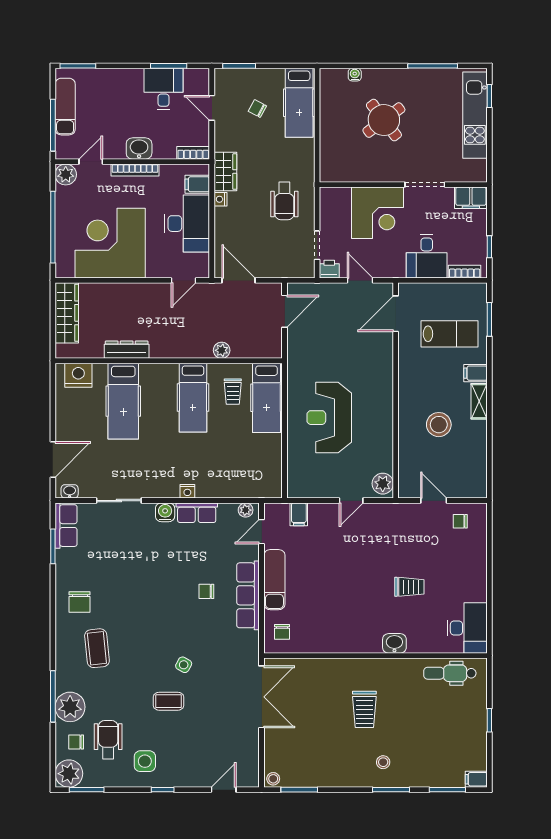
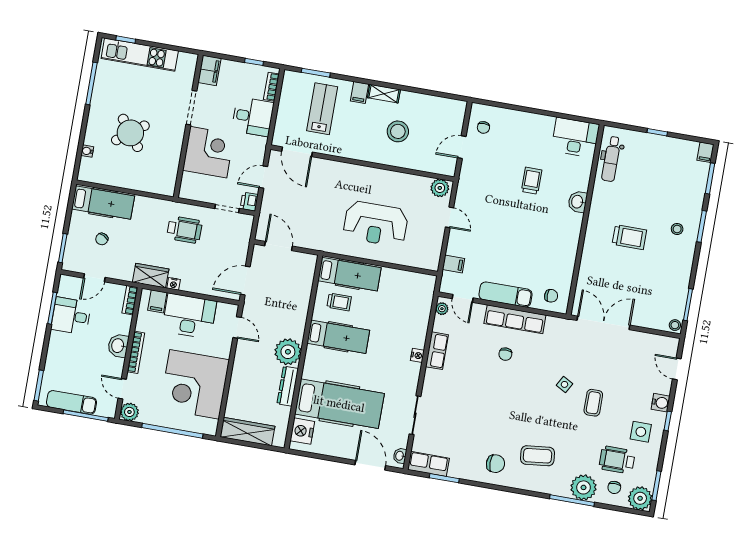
plant: (222, 350) -> (288, 352), moved, width x1.87, depth x1.87
hospital bed: (123, 401) -> (339, 404), width x1.37, depth x1.29
water cooler: (165, 512) -> (661, 403), moved, turned 180

